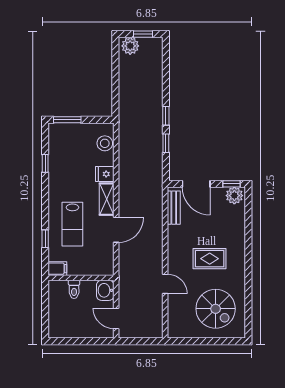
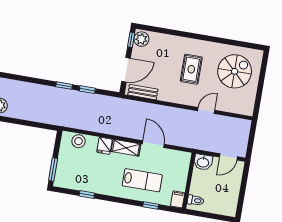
toilet: (74, 289) -> (196, 200), moved

